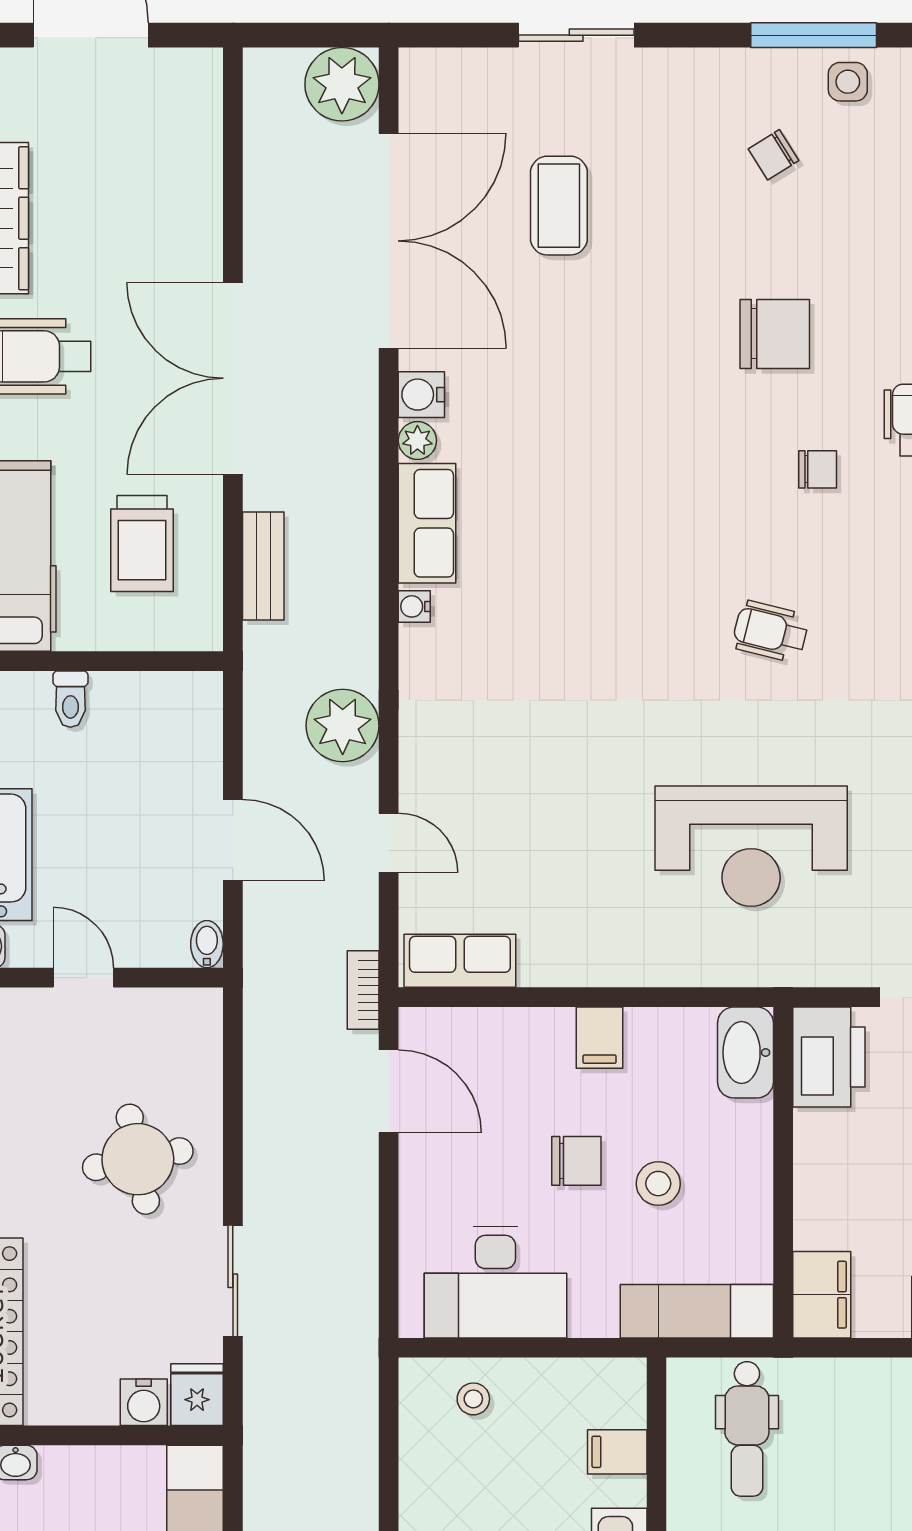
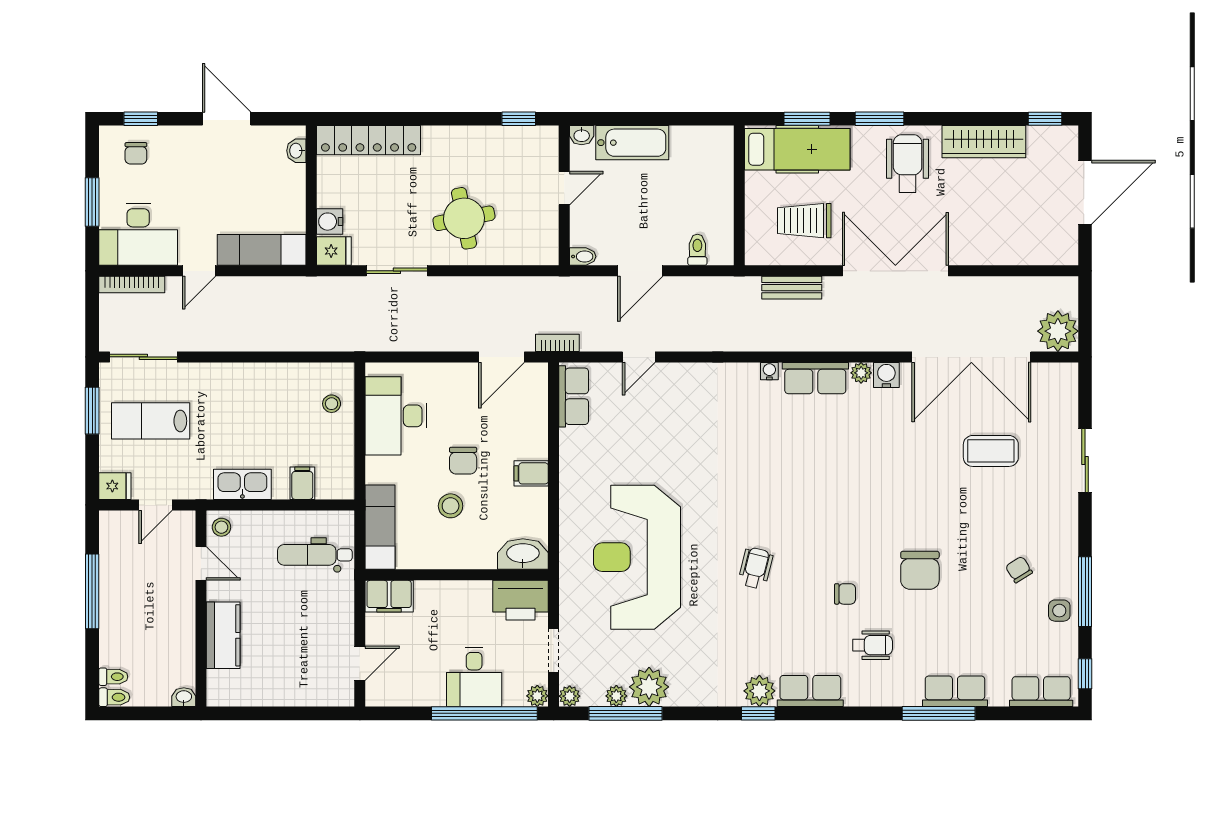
chair: (818, 469) -> (845, 594), turned -90
toilet: (70, 699) -> (697, 250), moved, turned 90
plant: (343, 726) -> (704, 331), removed
reception desk: (751, 846) -> (637, 557), width x1.36, depth x1.30

